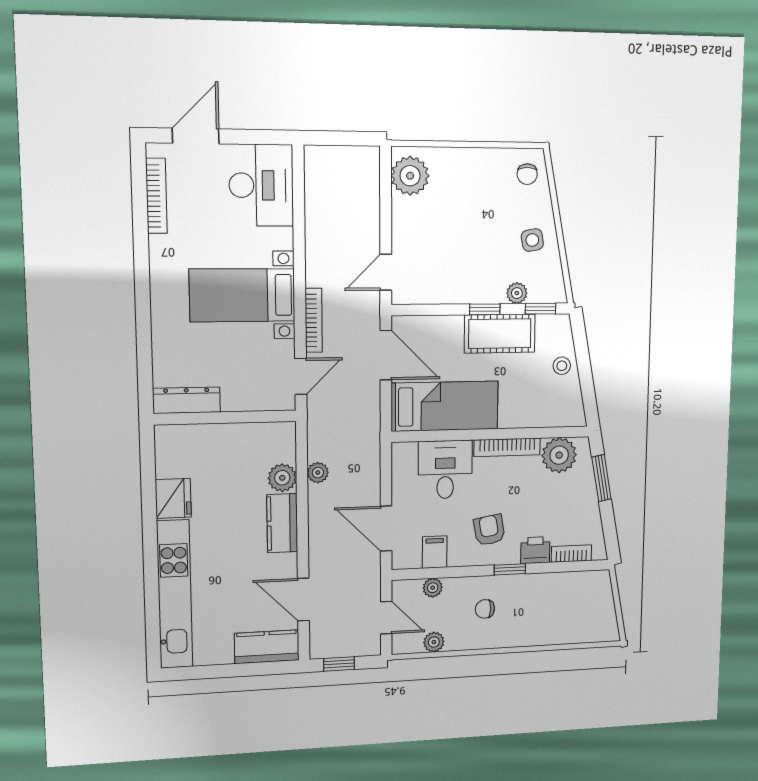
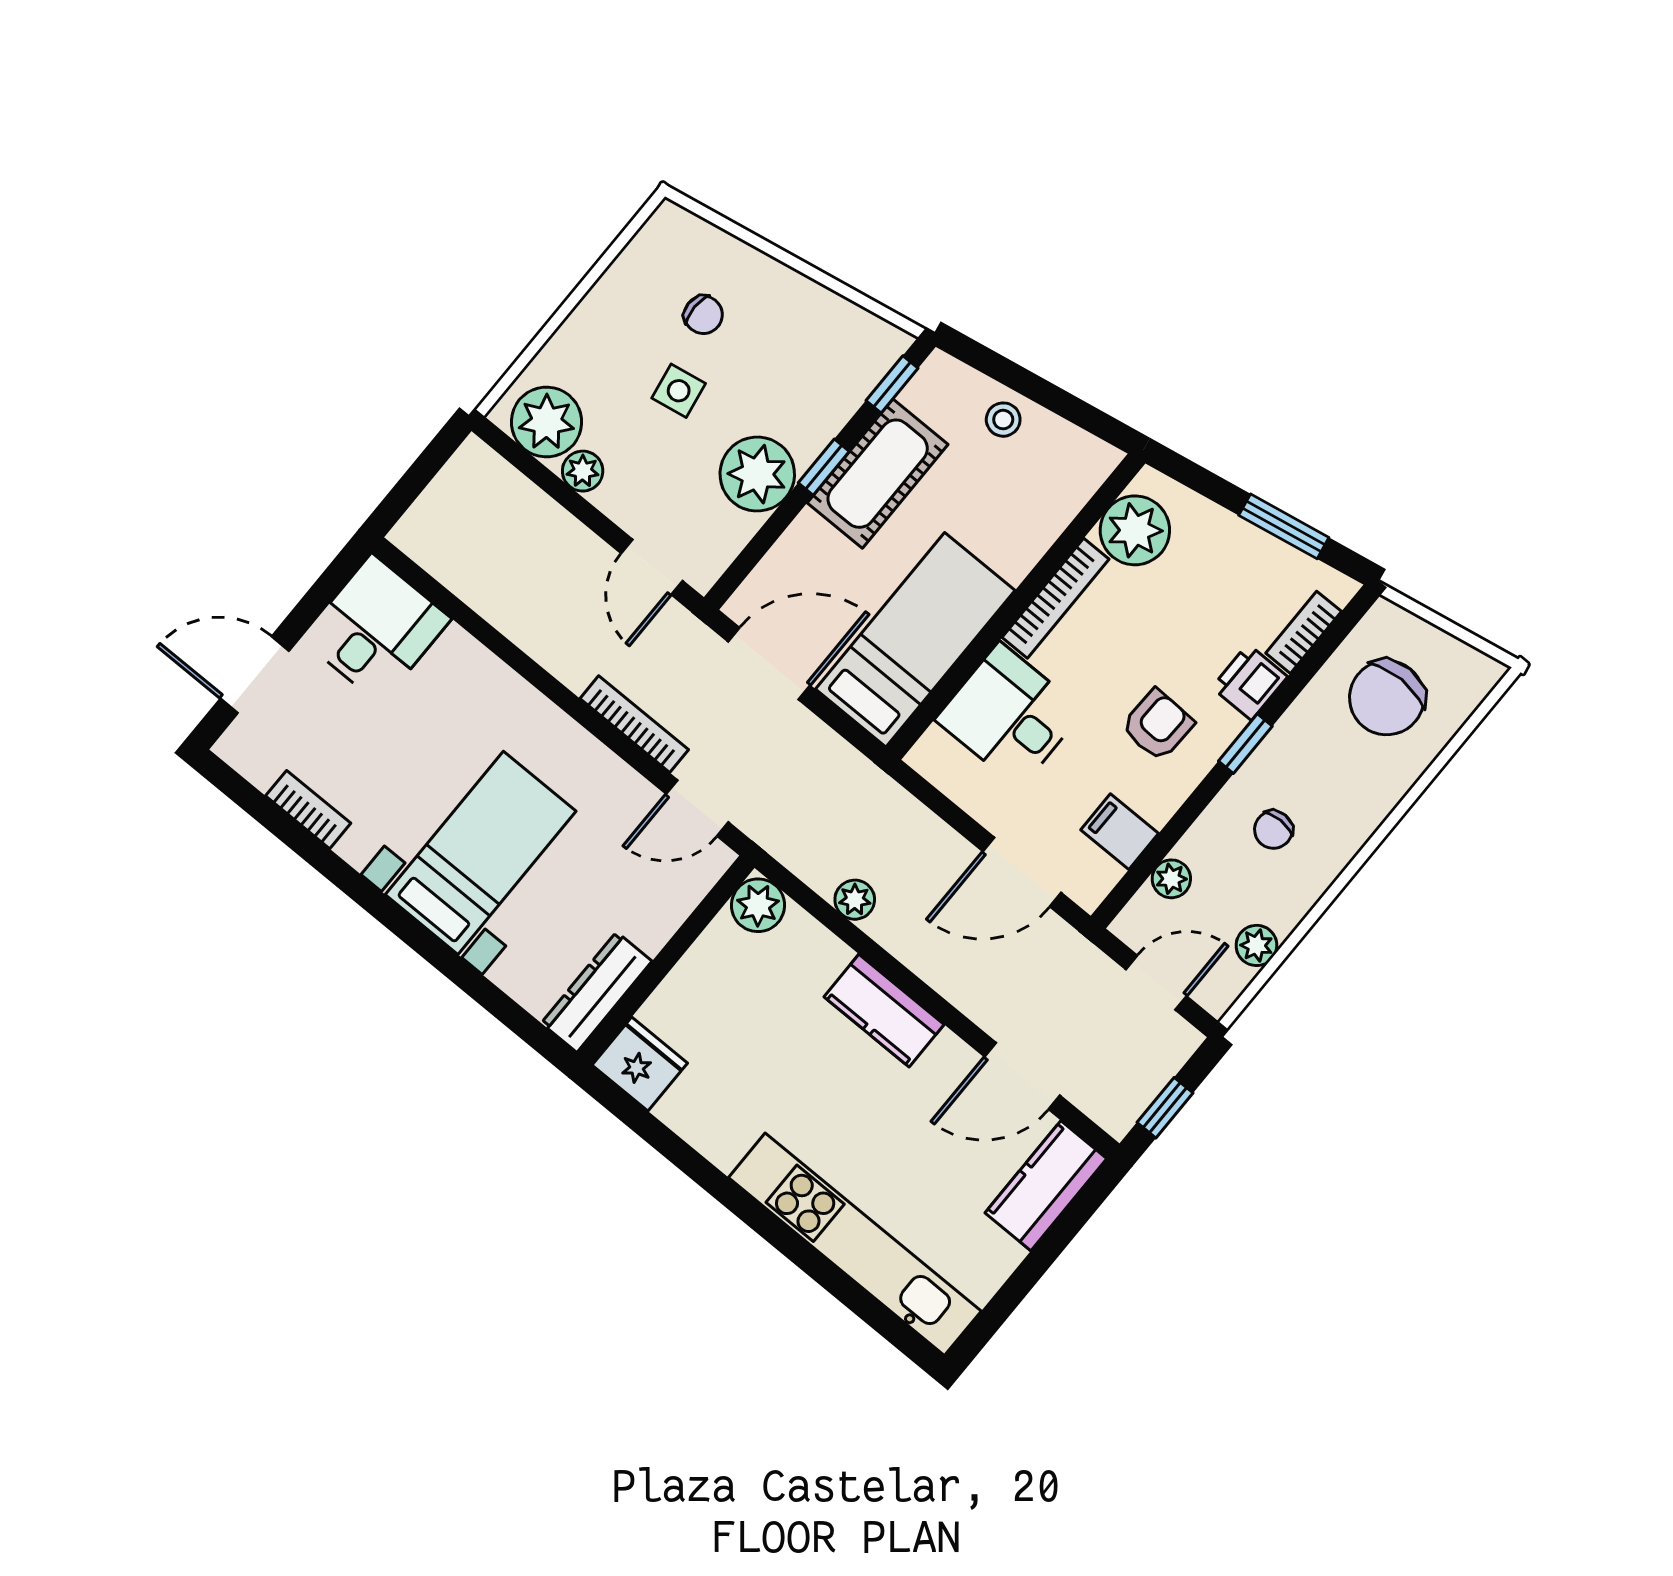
door: (196, 136) -> (255, 675), hinge flipped
chair: (527, 174) -> (703, 315), moved
desk: (261, 185) -> (376, 629), width x0.73
bookcase: (156, 196) -> (308, 810), width x0.64
plant: (402, 209) -> (583, 471), added
side table: (532, 240) -> (679, 391), moved
plant: (517, 293) -> (757, 474), moved, width x1.88, depth x1.88
bed with nightstands: (242, 295) -> (481, 853), moved, turned 180
door: (301, 376) -> (697, 808), swing flipped
plant: (282, 478) -> (758, 905), moved
window: (601, 478) -> (1284, 526), moved
fridge: (173, 498) -> (640, 1064), moved
armchair: (489, 530) -> (1158, 725), turned 102
chair: (571, 606) -> (1387, 698), added

